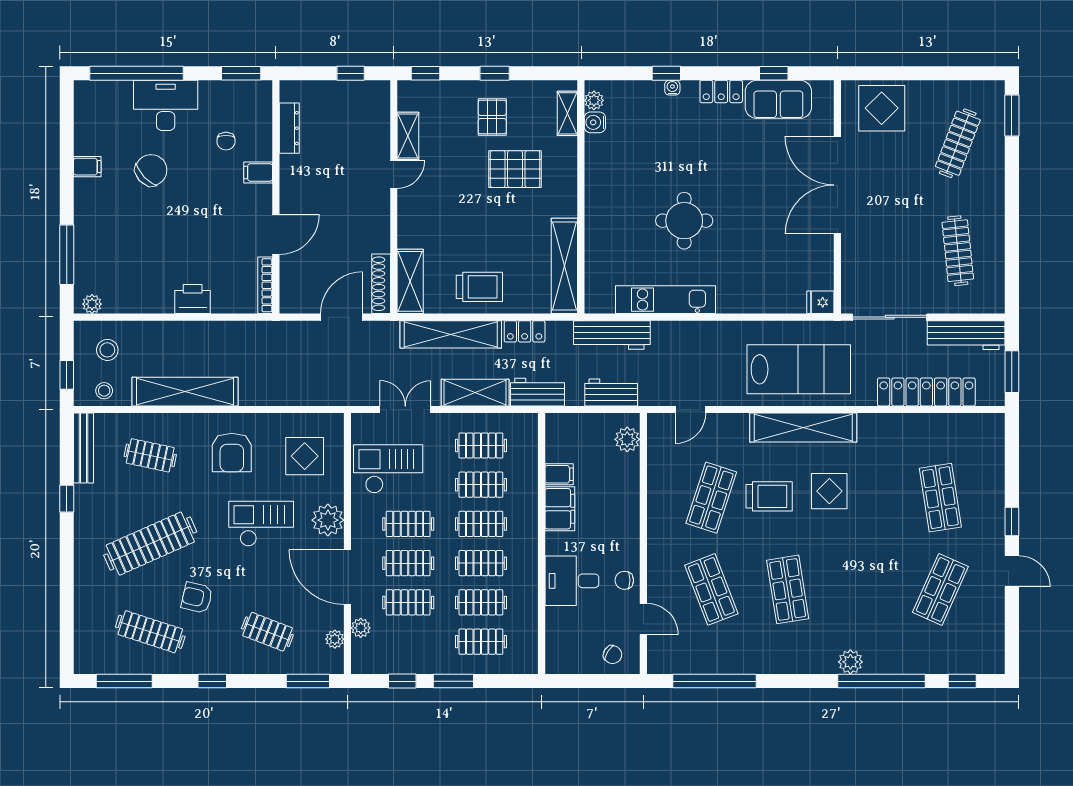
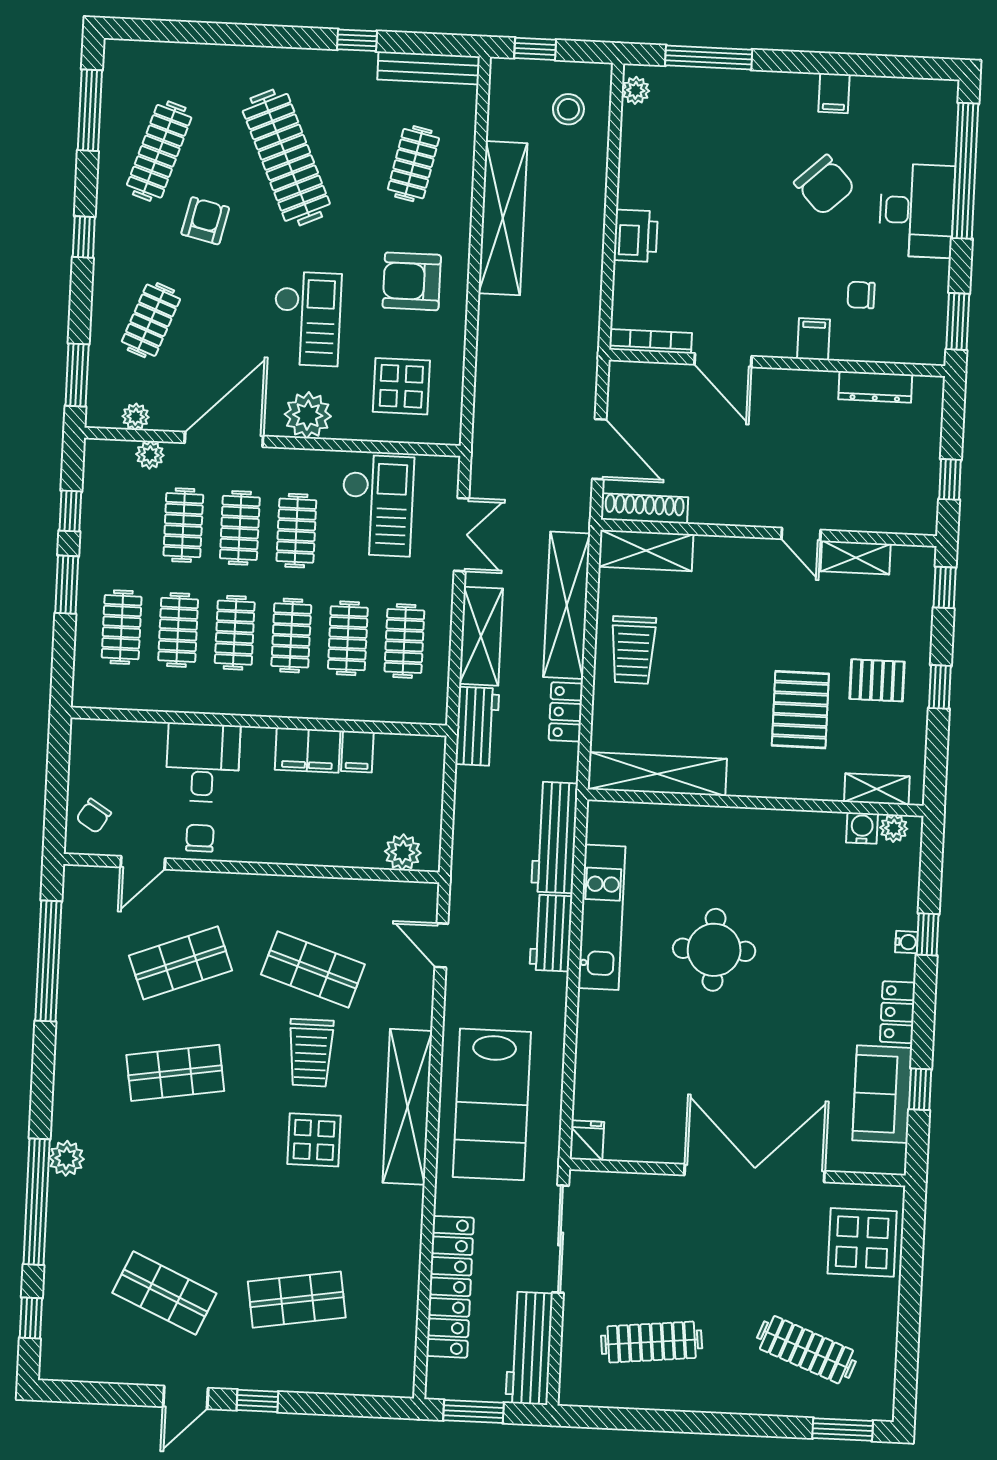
stool: (104, 391) -> (510, 102), removed
workbench: (611, 393) -> (551, 933), moved, turned 180

